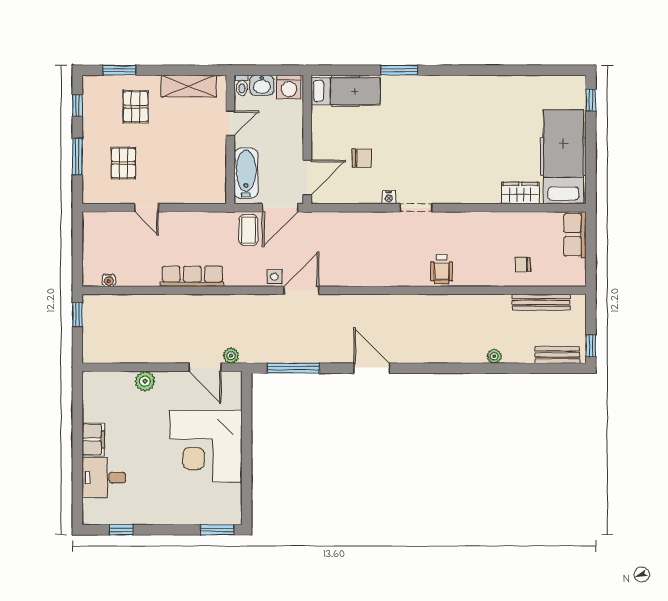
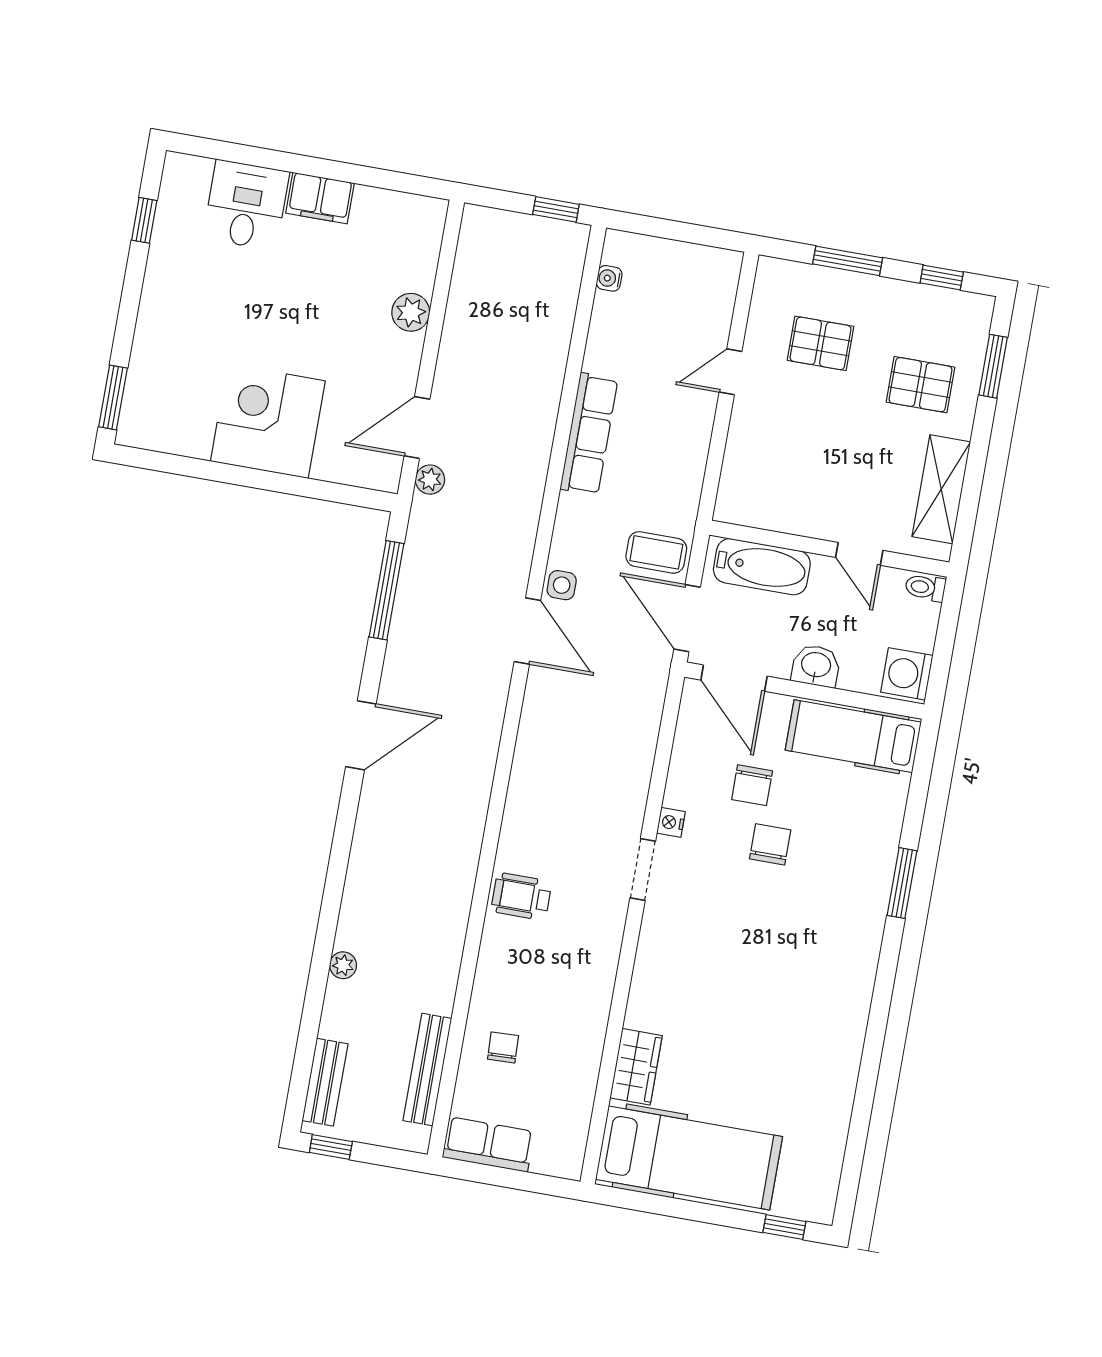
washbasin: (262, 85) -> (816, 666), moved, turned 90
hospital bed: (346, 91) -> (853, 736), moved, turned 90
chair: (391, 143) -> (770, 844), added
row of seats: (575, 235) -> (488, 1144), moved
corner desk: (206, 446) -> (268, 421), width x0.74, depth x0.74

